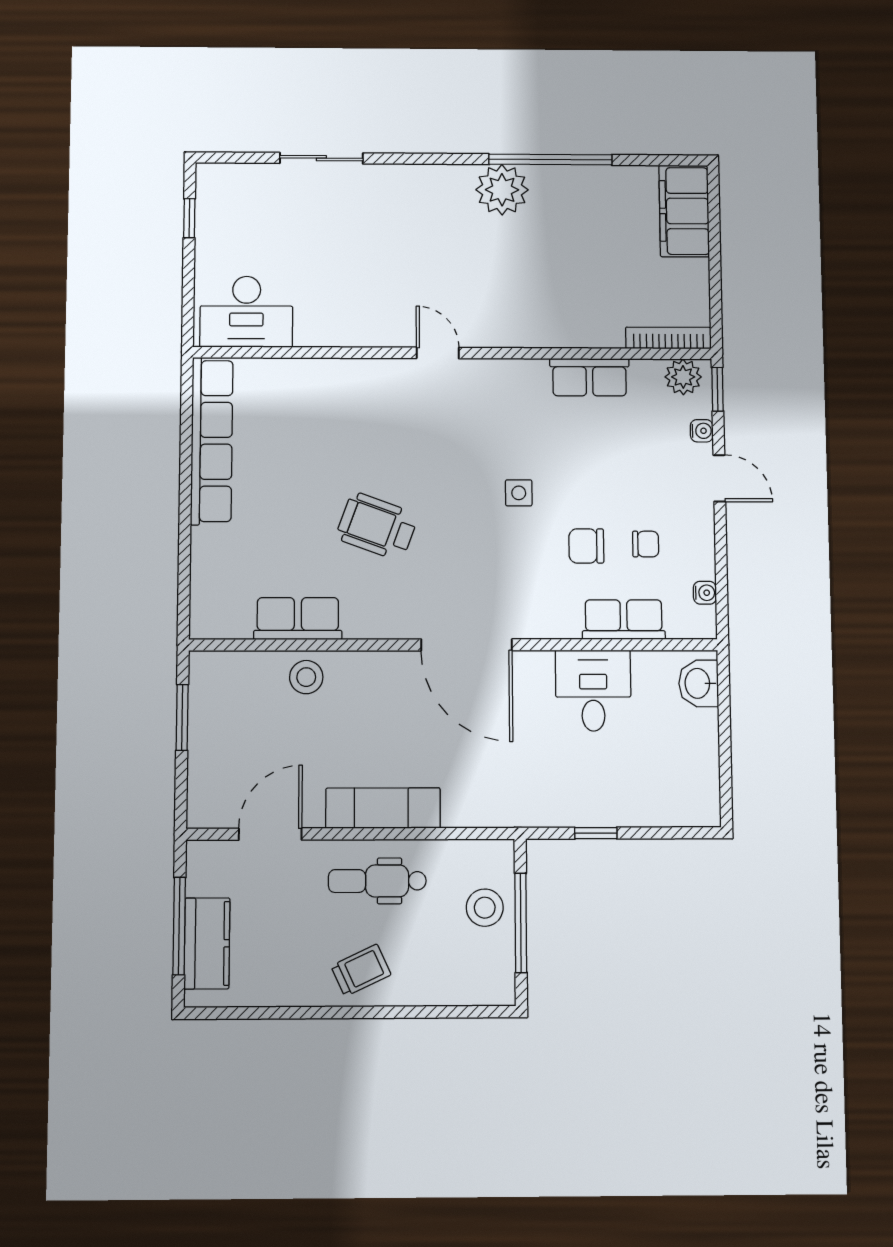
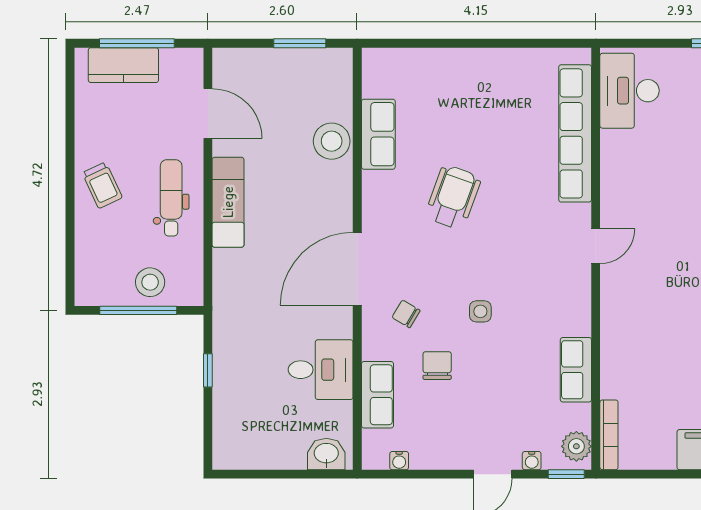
row of seats: (212, 441) -> (575, 133), moved, turned 90
chair: (646, 544) -> (406, 314), moved, turned 121
stool: (306, 677) -> (332, 141), width x1.38, depth x1.38

